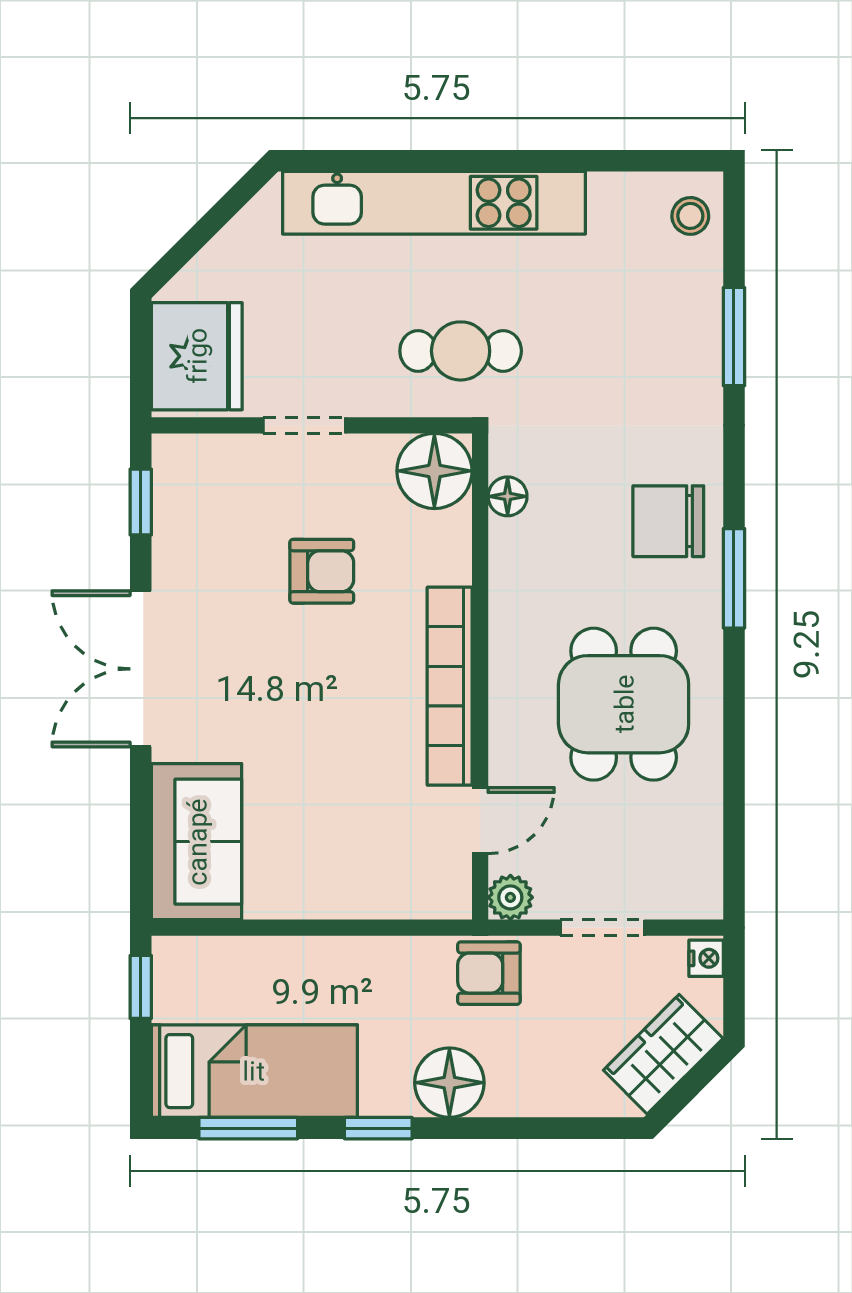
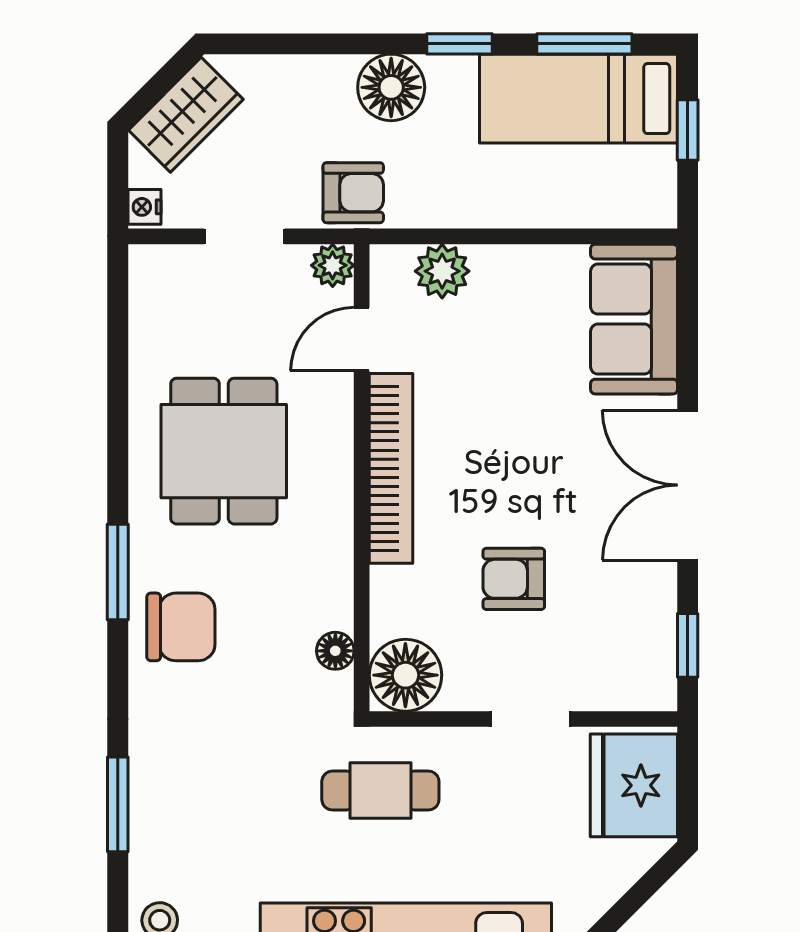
double door: (141, 669) -> (688, 485), swing flipped
plant: (396, 892) -> (442, 271), added
window: (141, 987) -> (688, 130), moved

